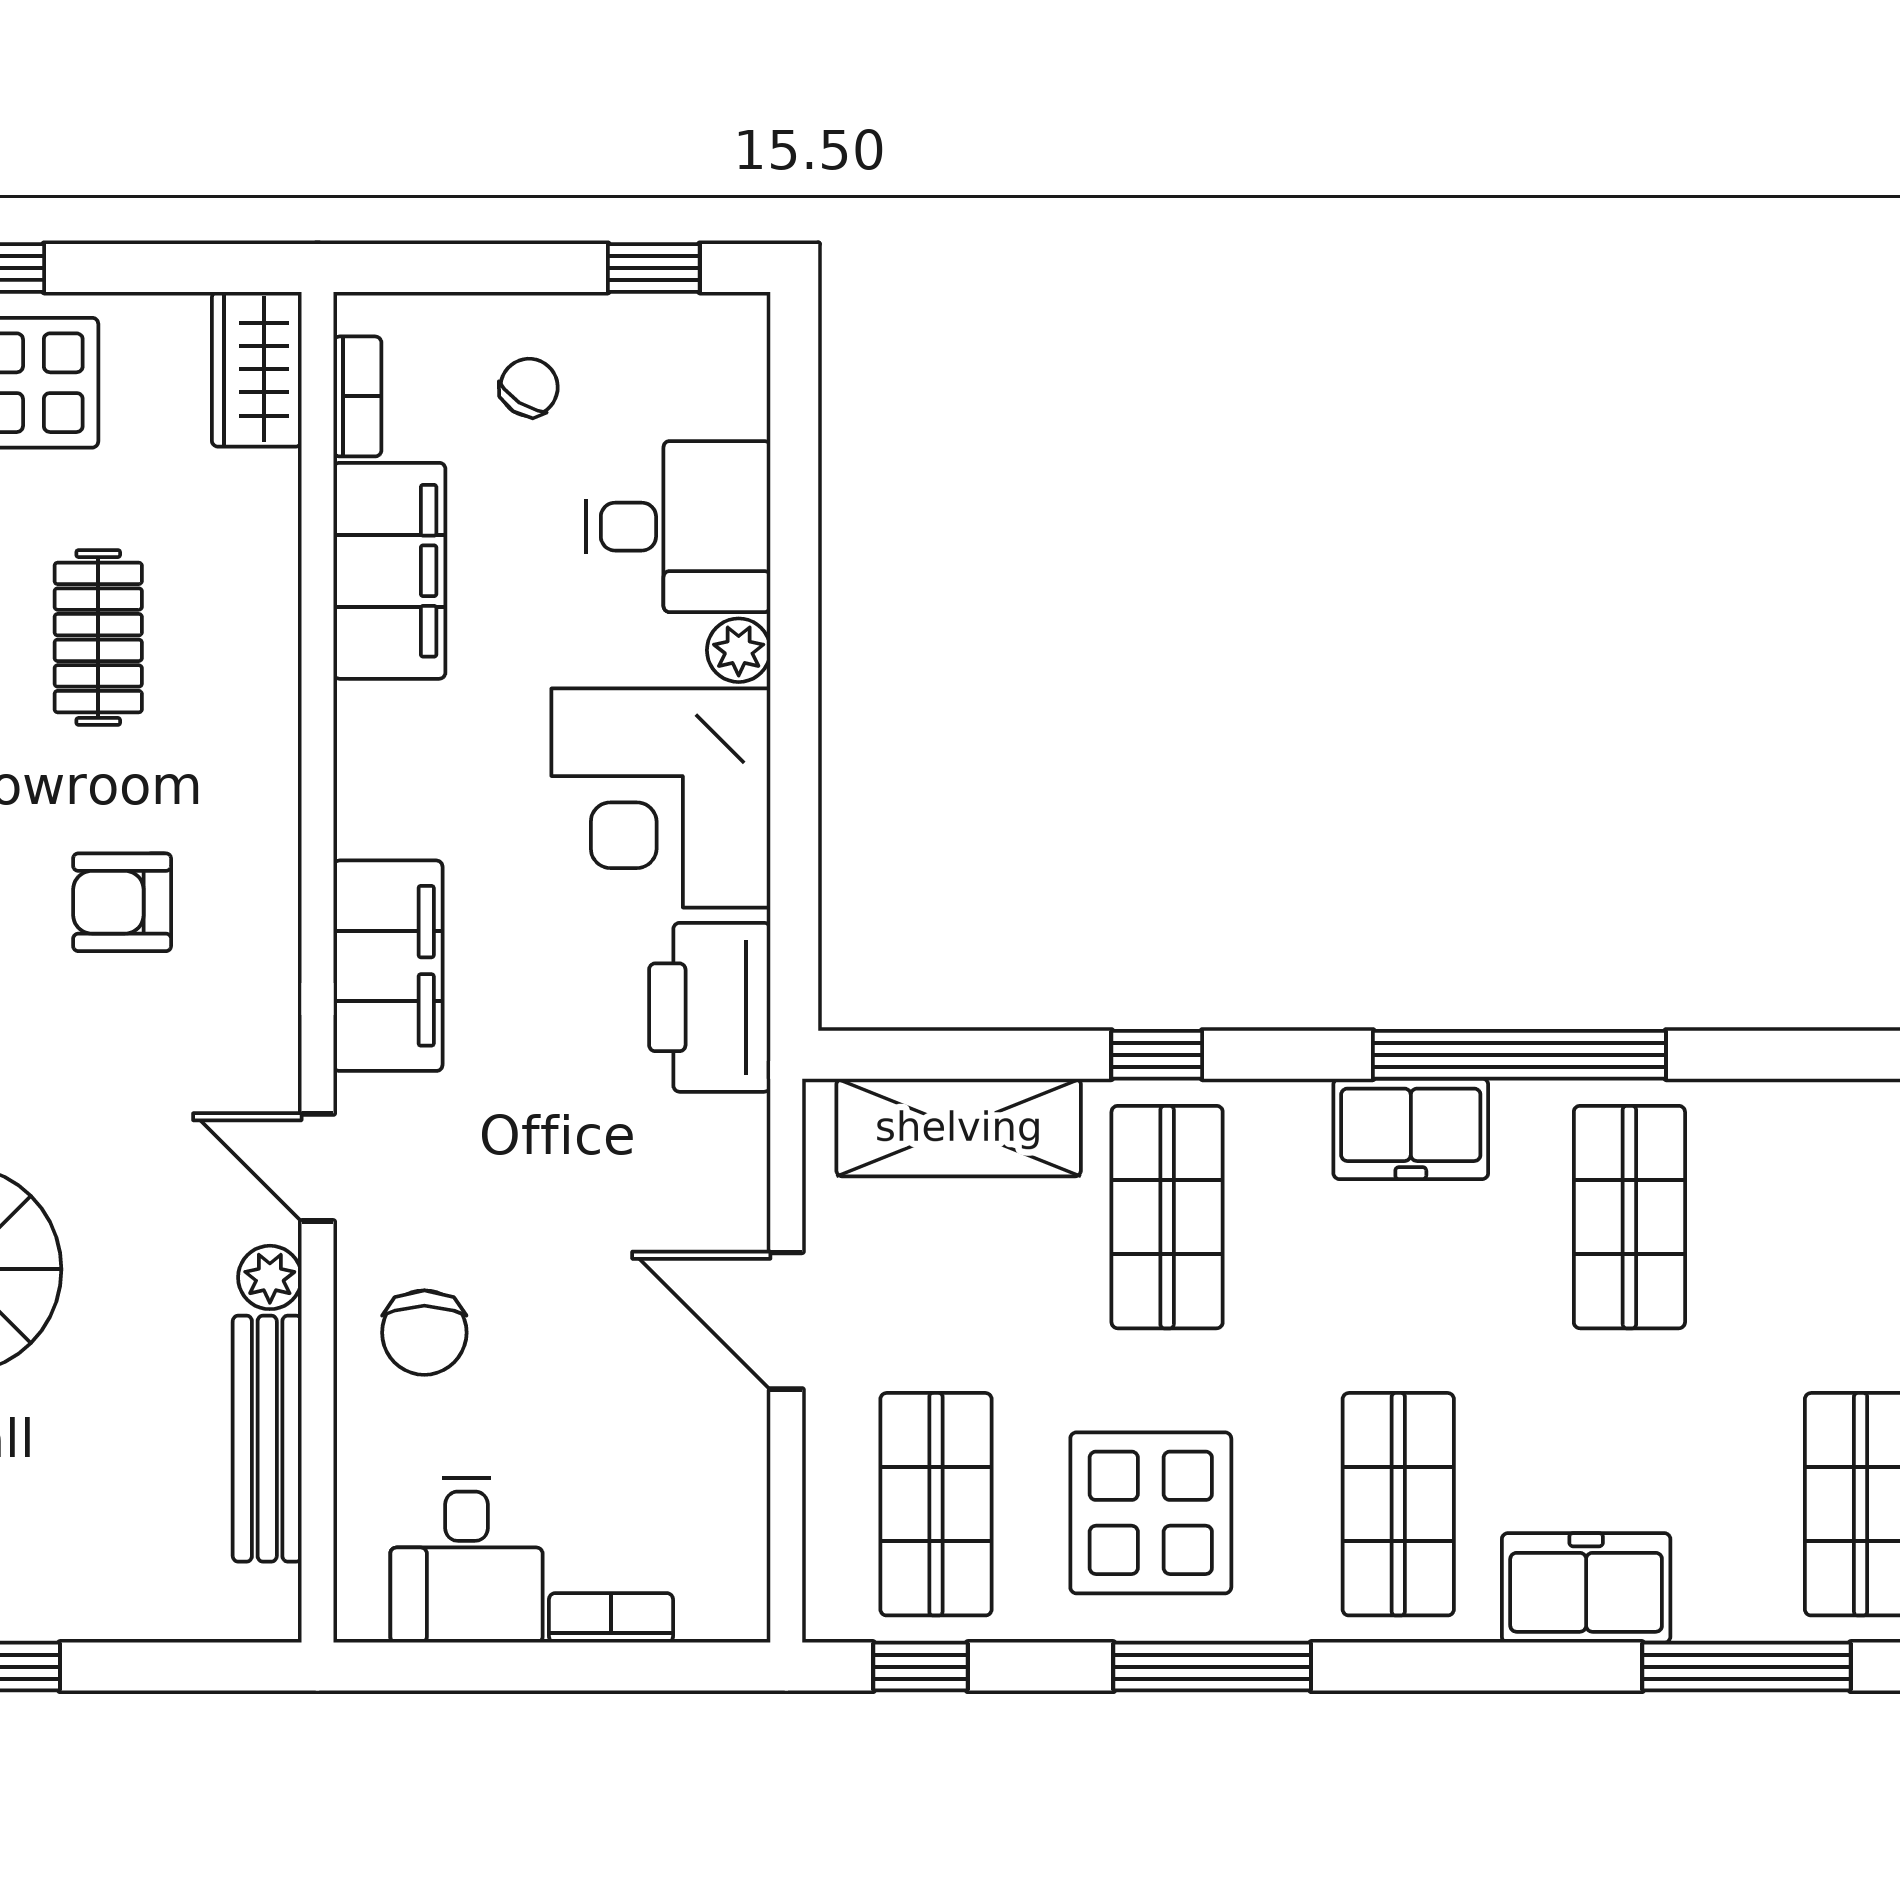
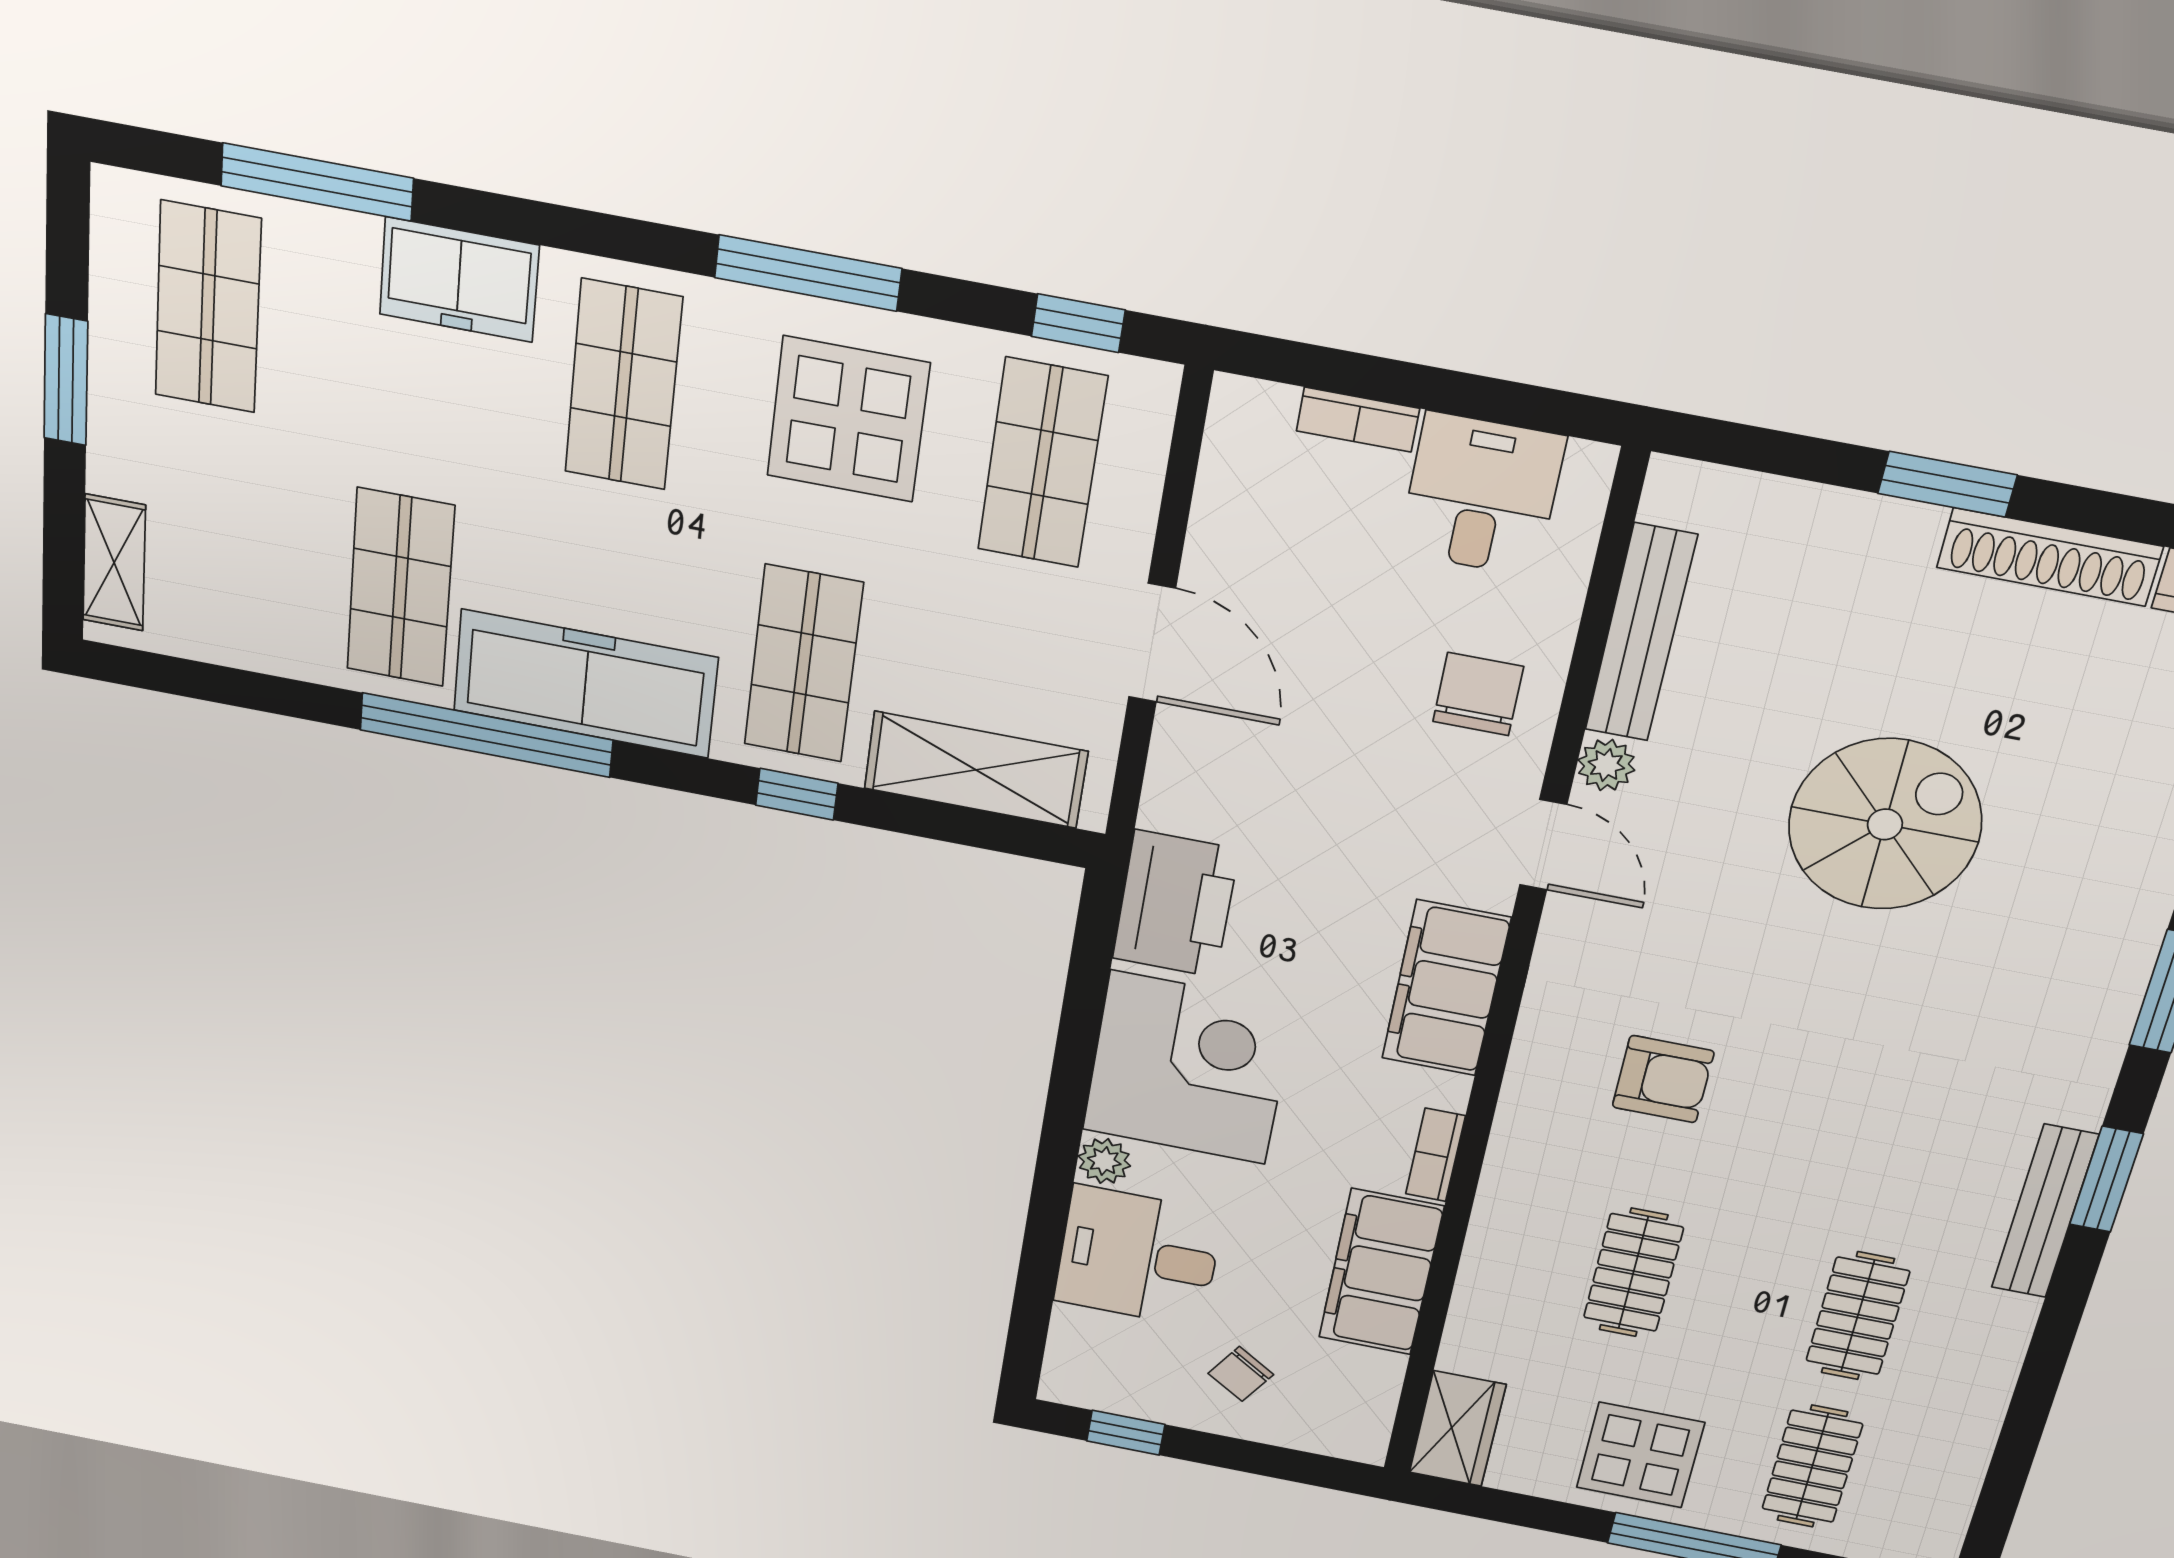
bookcase: (357, 396) -> (1435, 1155), moved
freezer: (1411, 1129) -> (585, 684), width x1.91, depth x1.26

